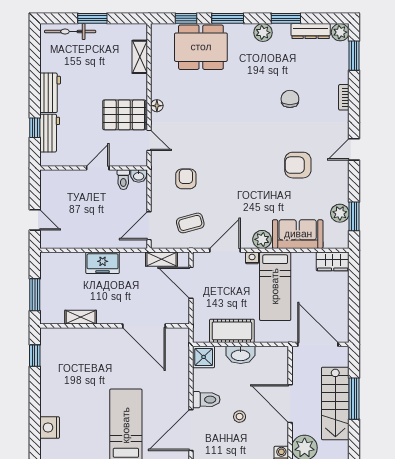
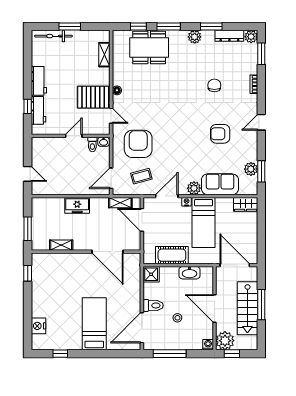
armchair: (186, 179) -> (138, 144), width x1.88, depth x1.88
washbasin: (241, 355) -> (189, 273), moved

